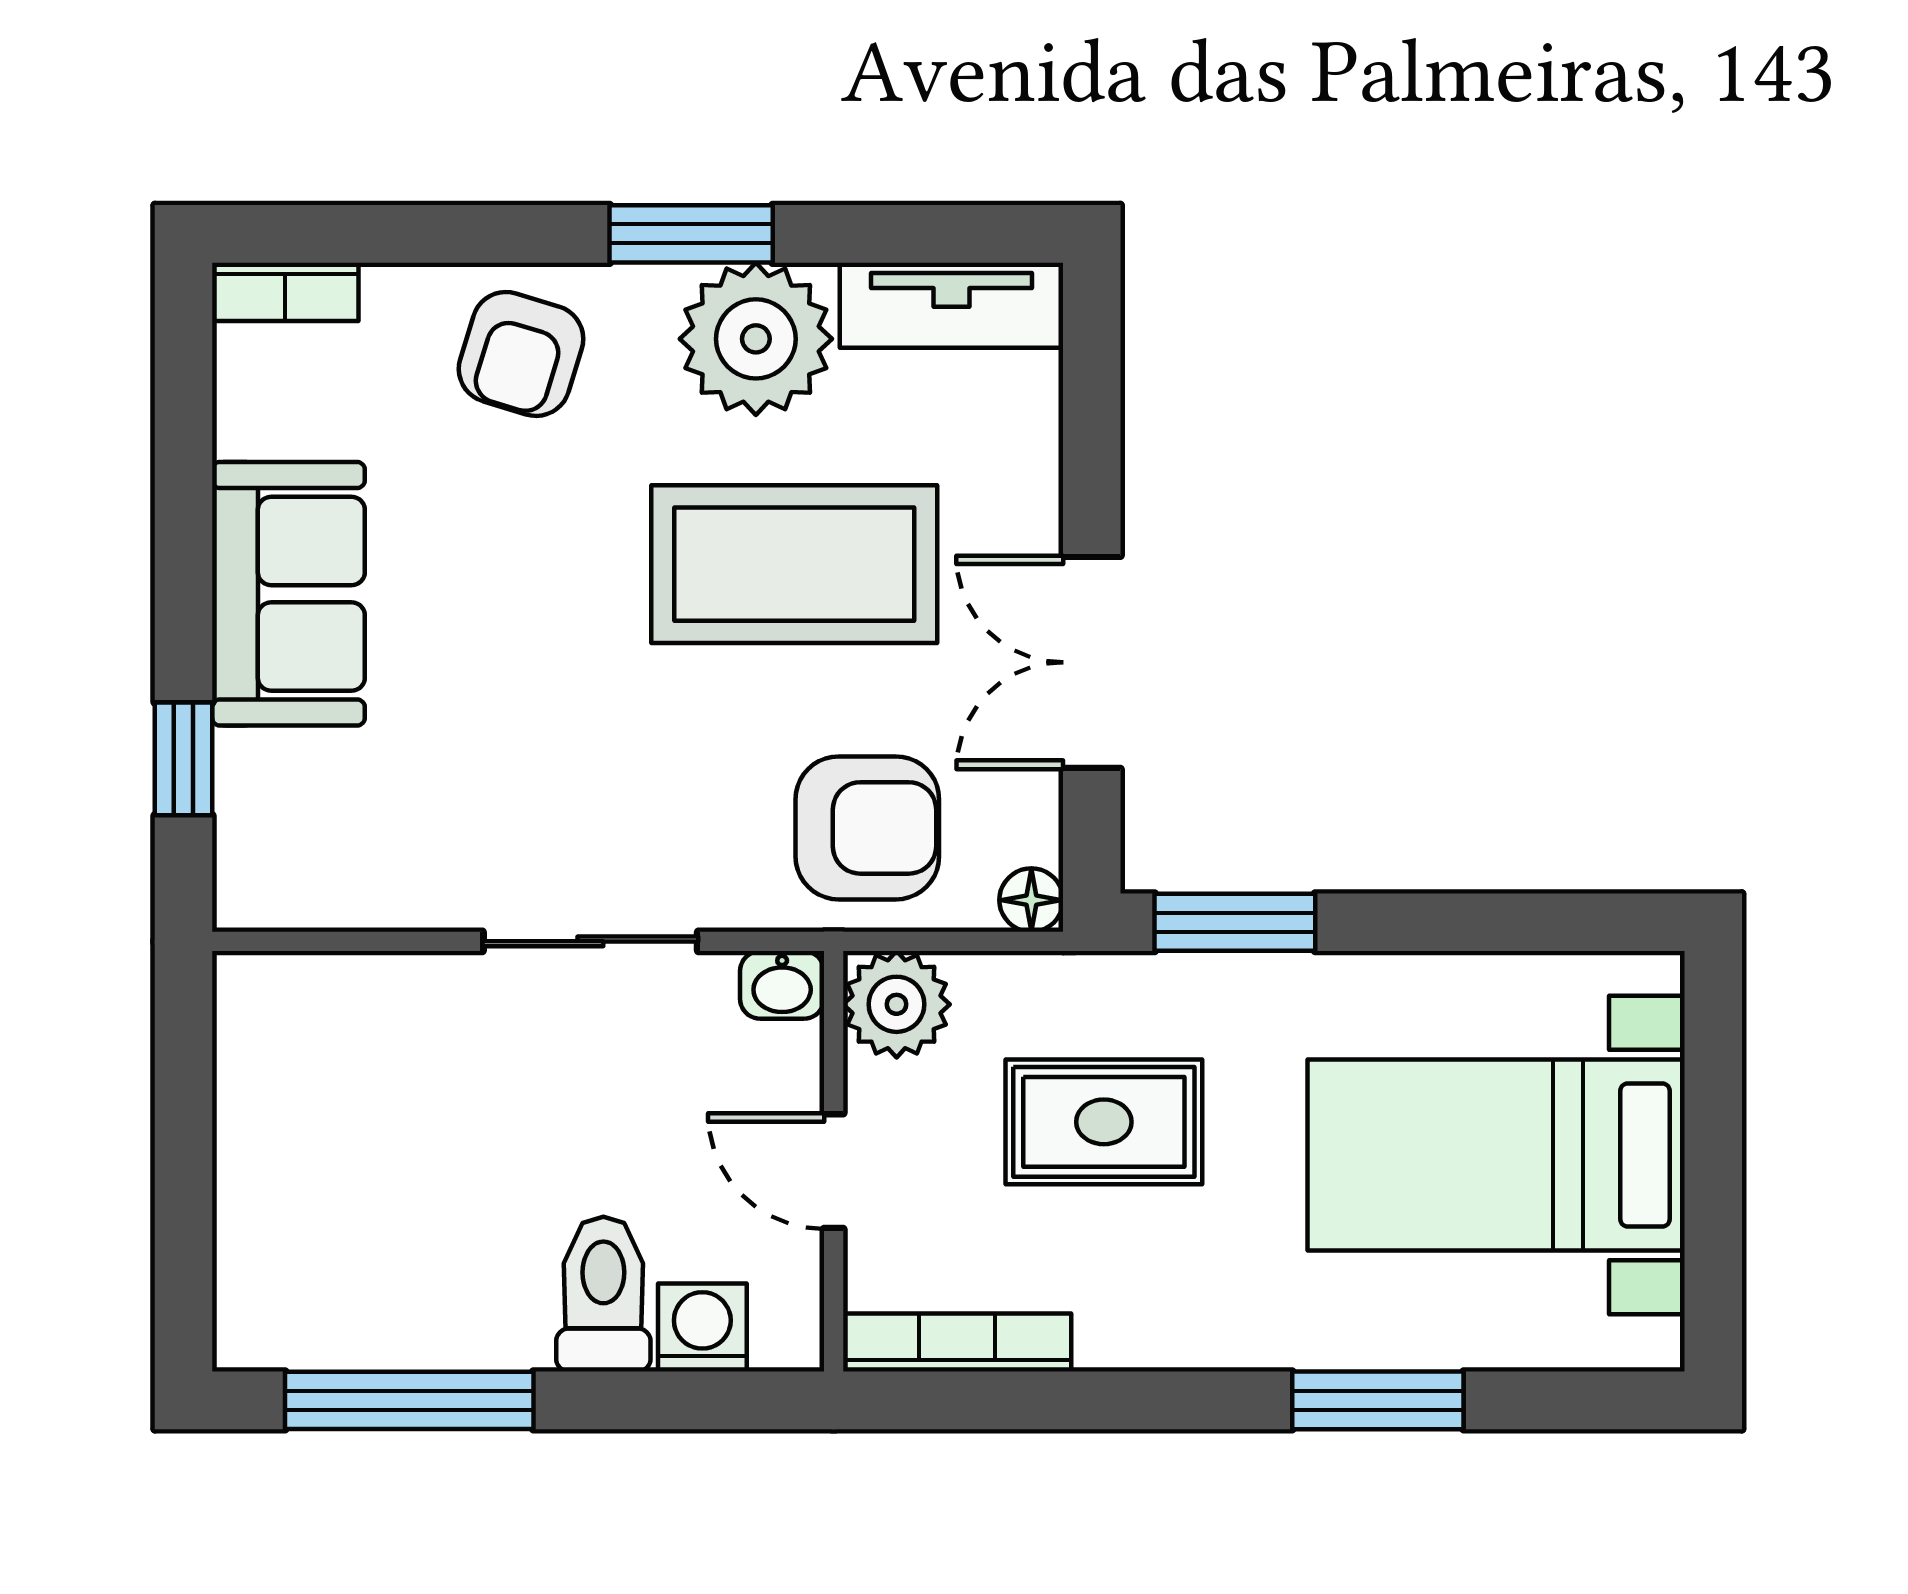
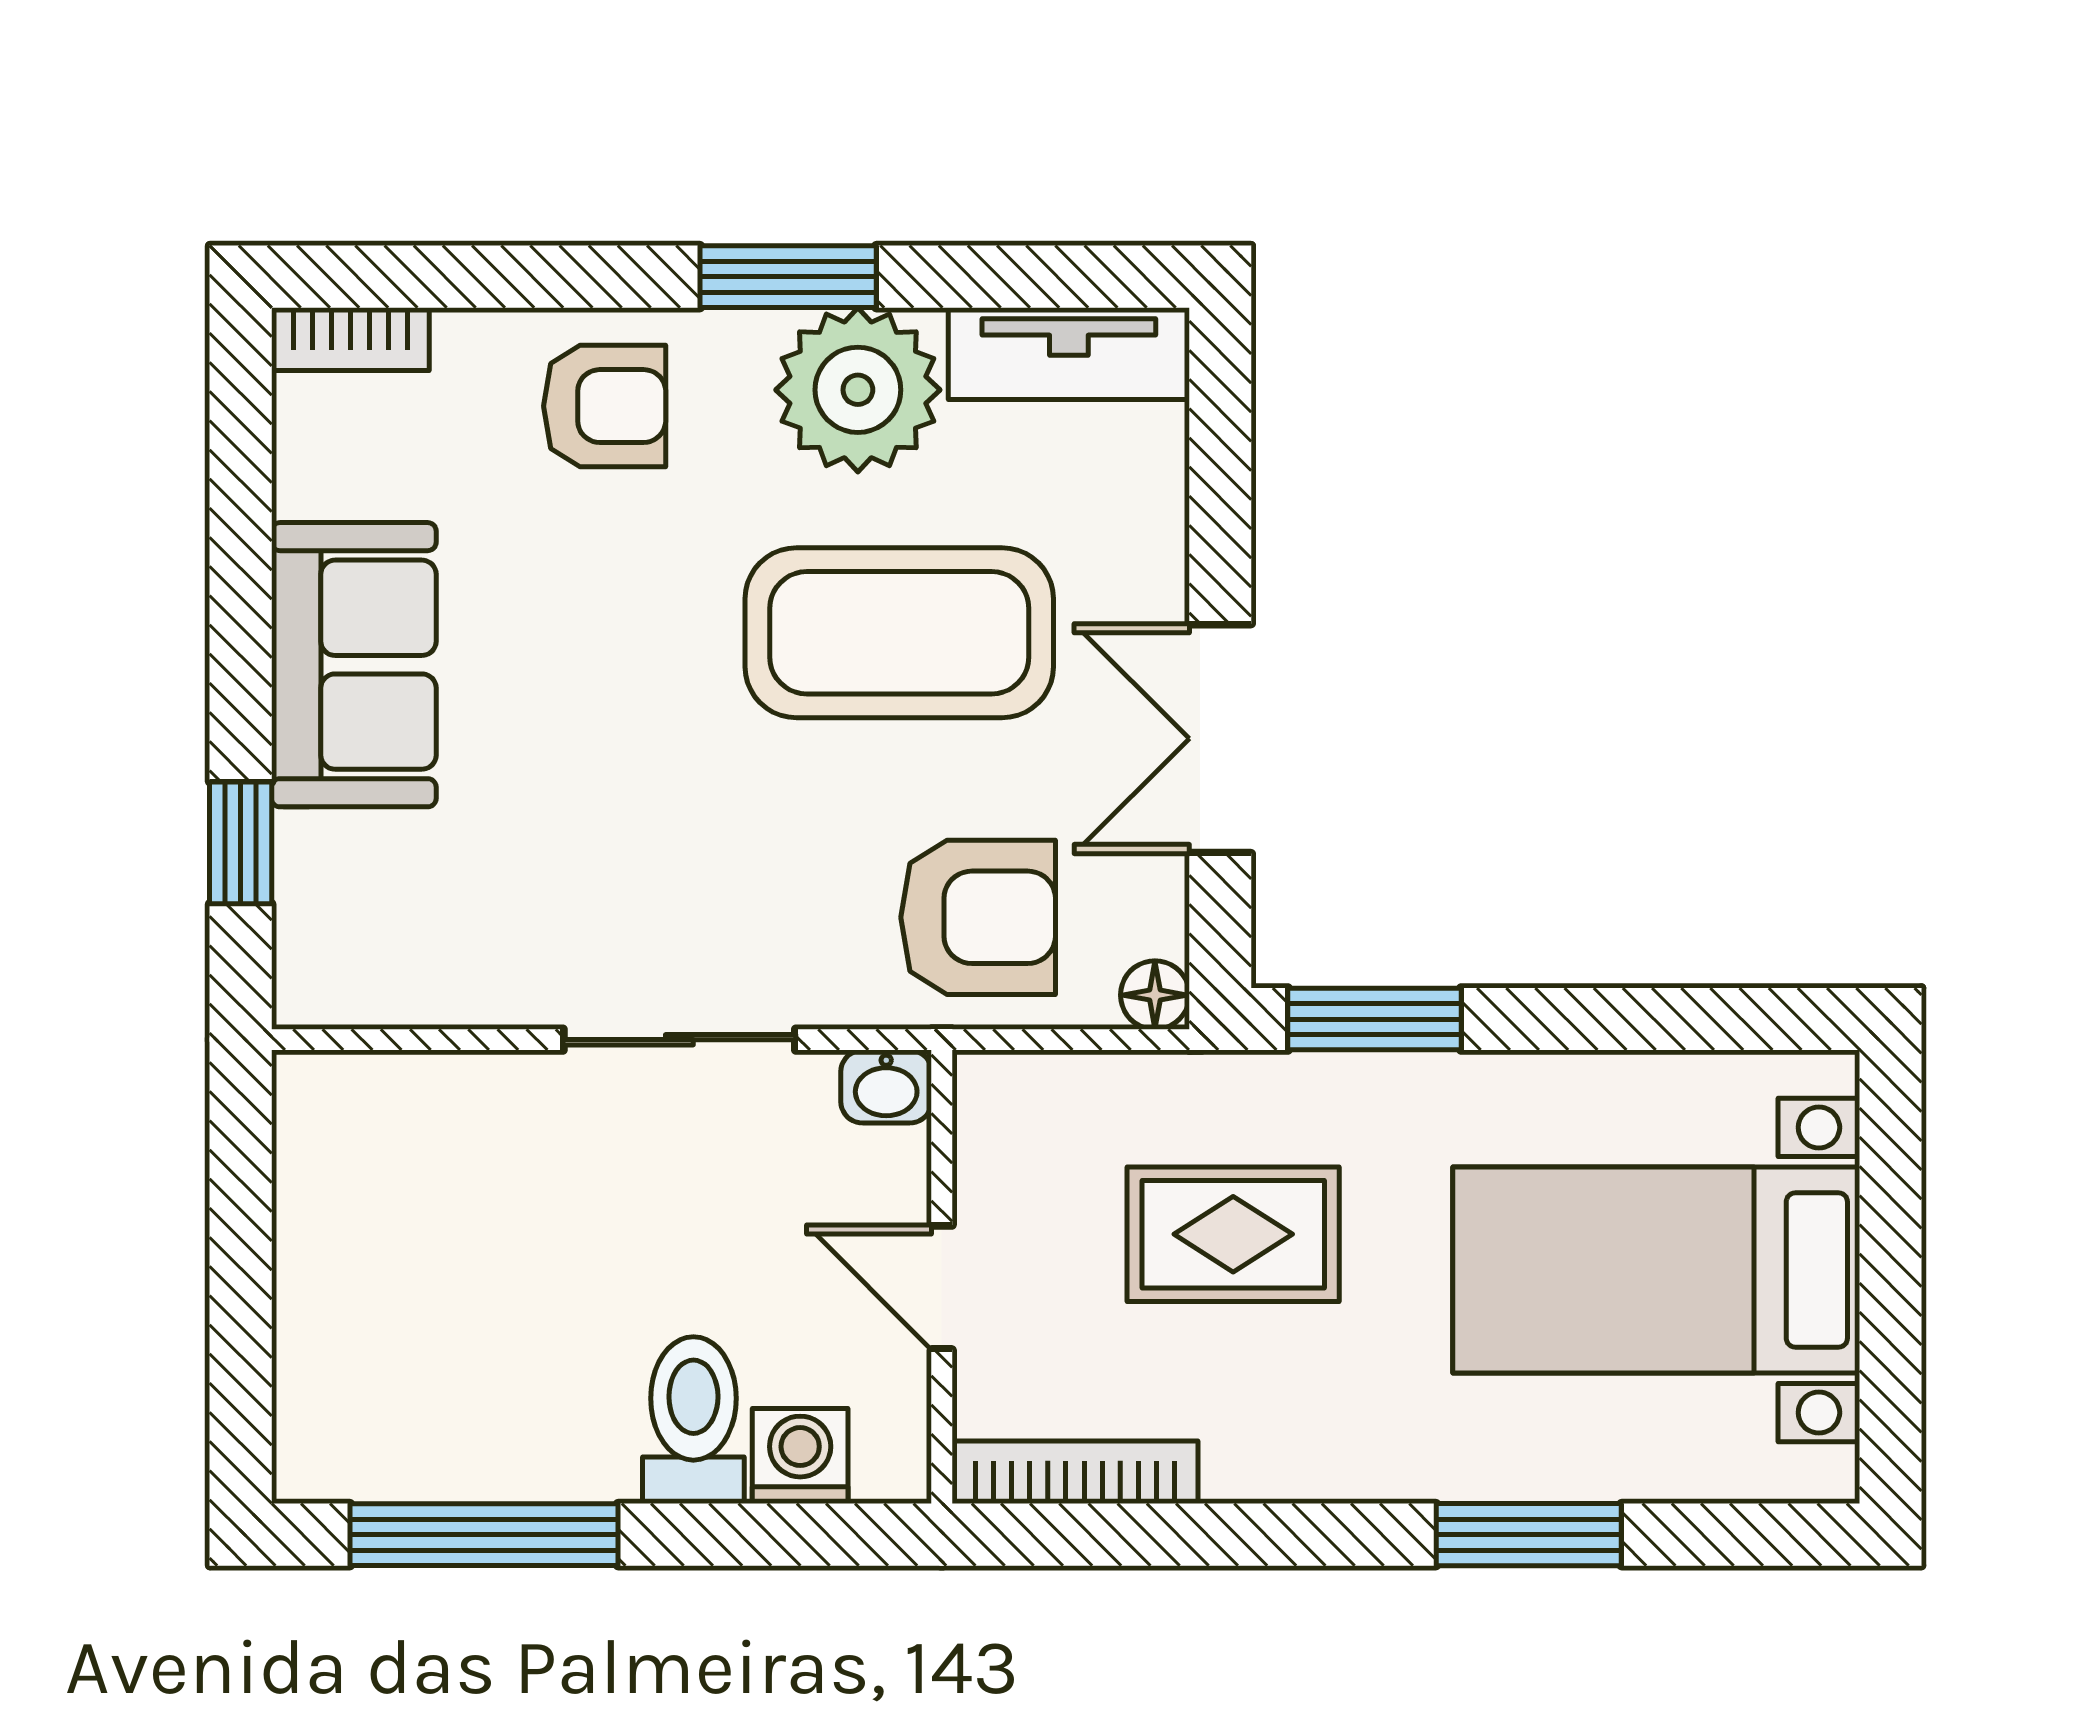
armchair: (521, 354) -> (605, 406), turned -107
plant: (897, 1004) -> (1010, 1107), removed

